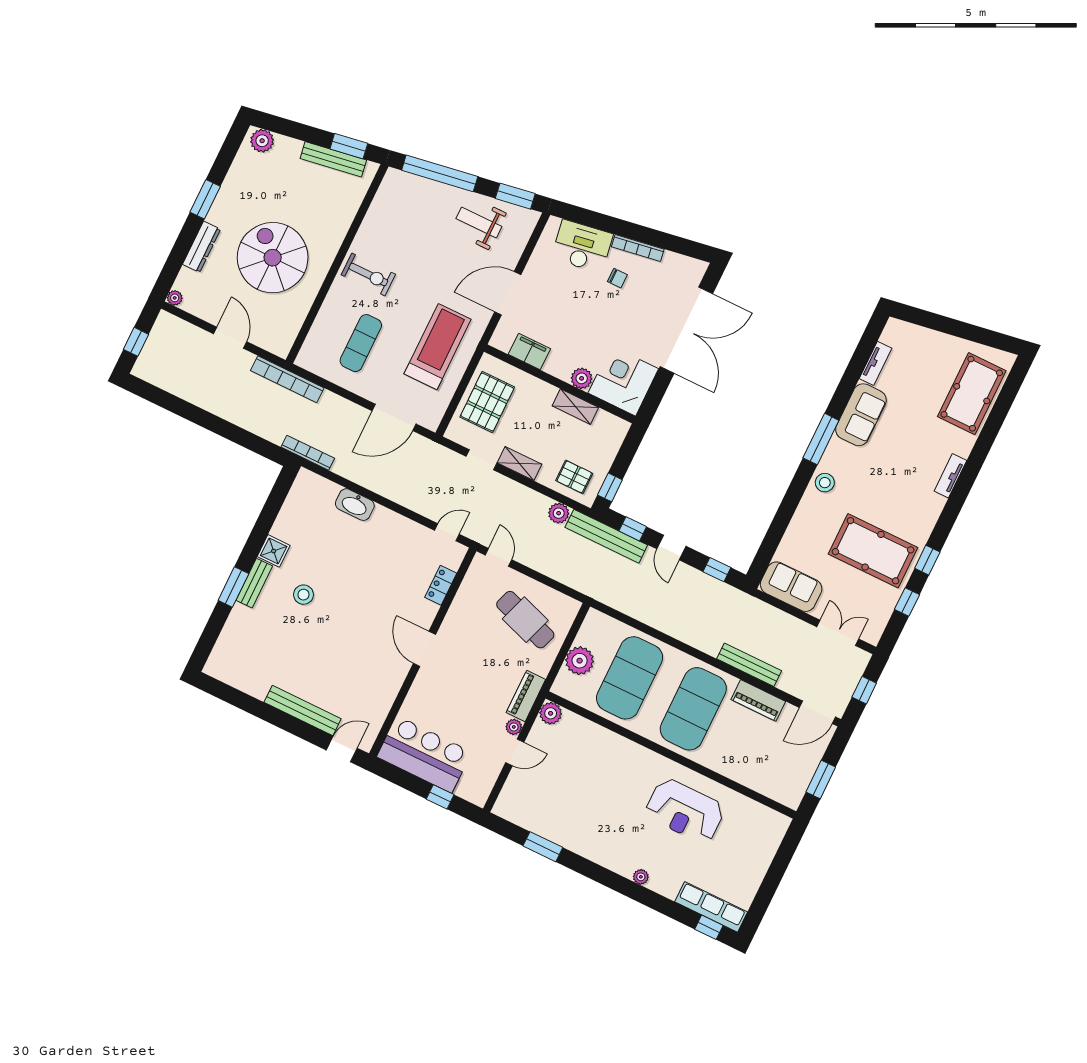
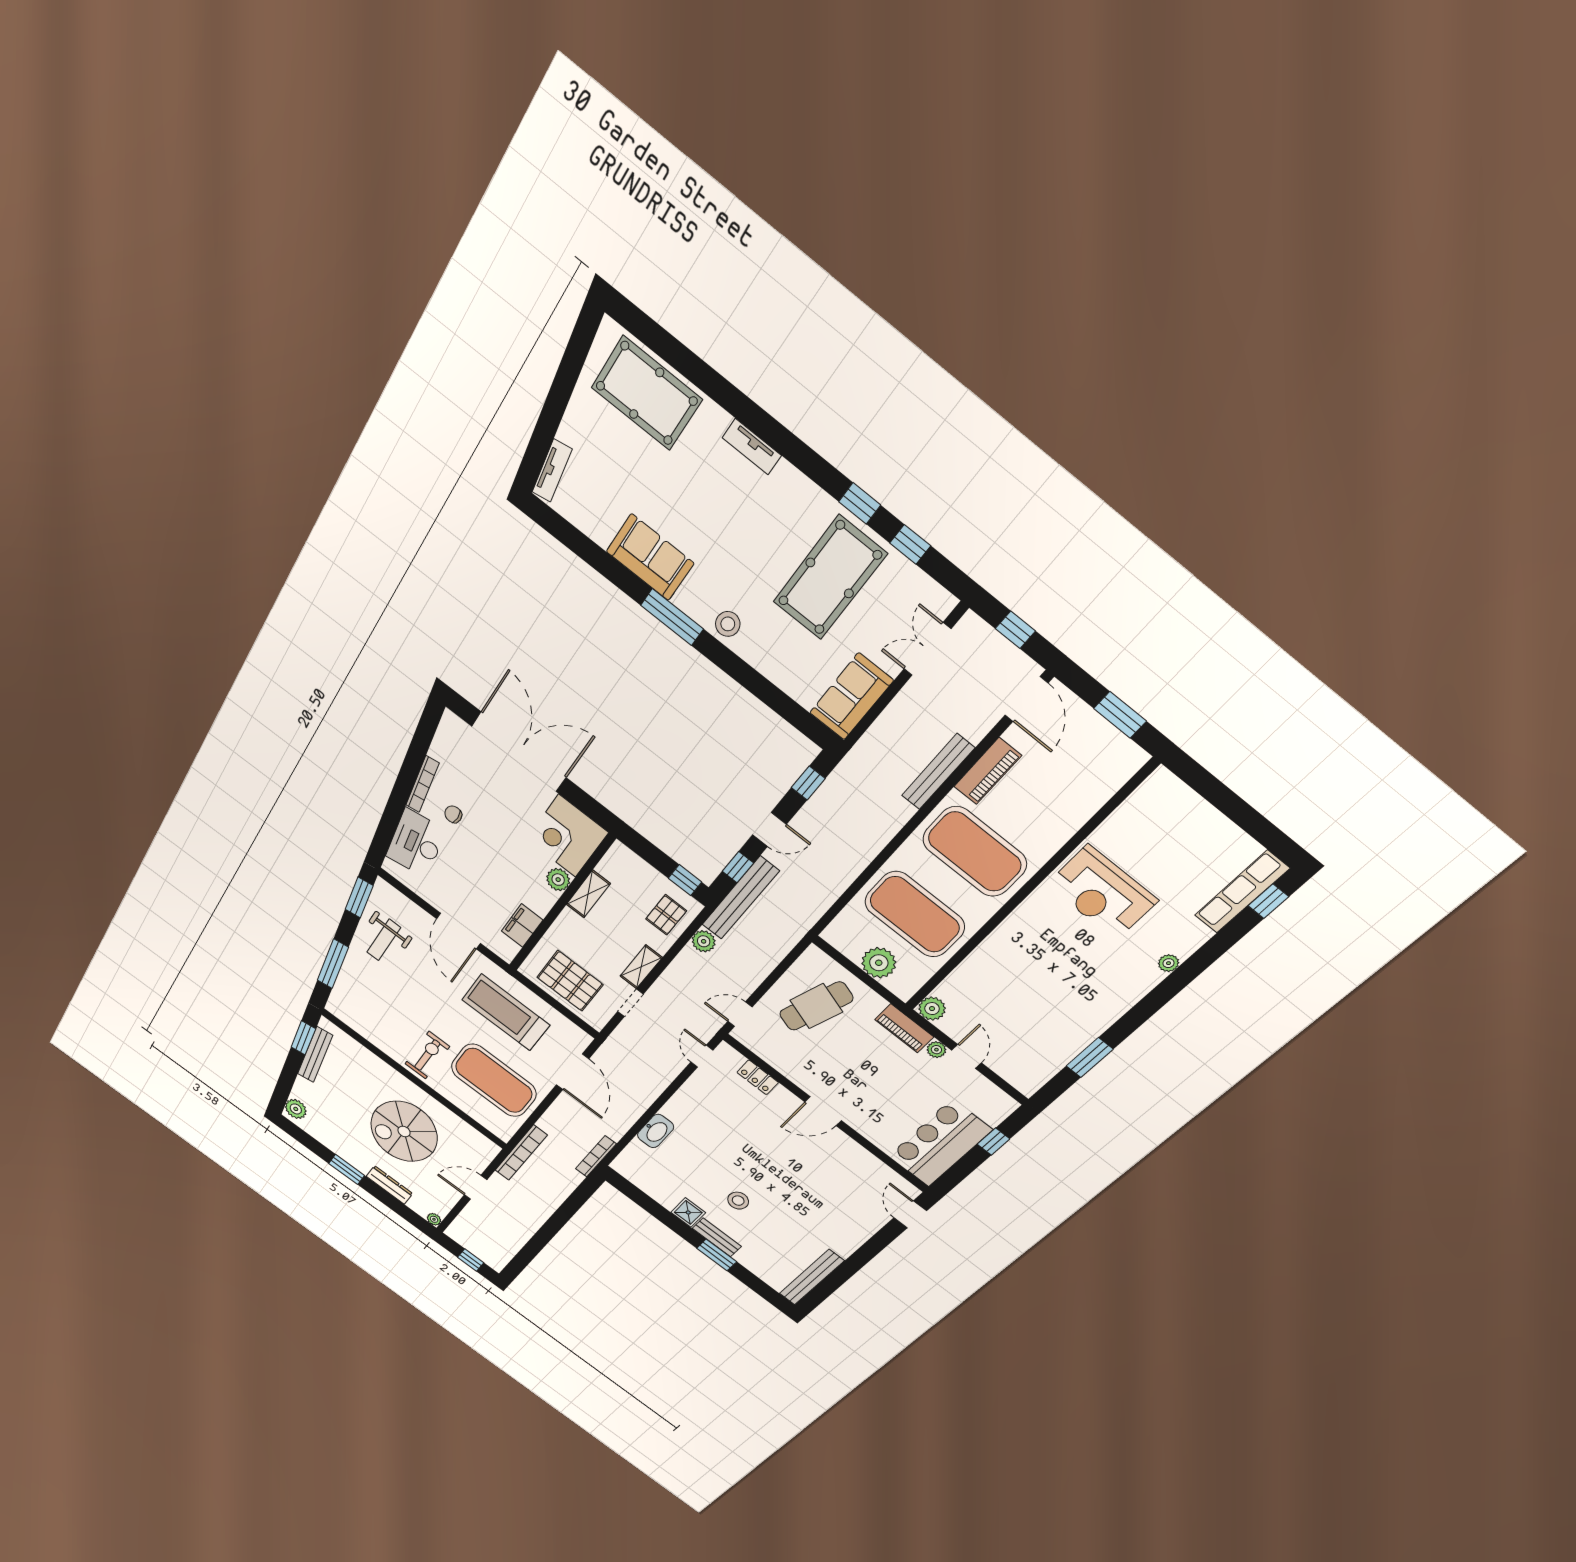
window: (440, 173) -> (333, 964), width x0.68
chair: (617, 278) -> (453, 814), turned -90
exercise mat: (361, 343) -> (494, 1080), width x2.00, depth x1.45
tv unit: (875, 363) -> (552, 471), moved, turned 81
bench: (303, 711) -> (812, 1277), moved
reception desk: (685, 811) -> (1102, 892), turned 90

